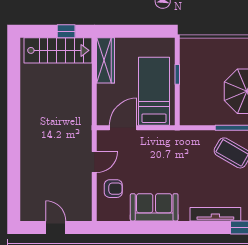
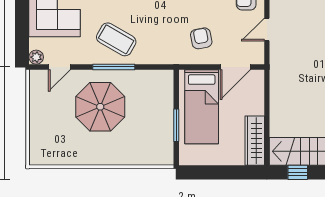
window: (177, 74) -> (176, 125), width x1.50
armchair: (154, 154) -> (201, 38), added

